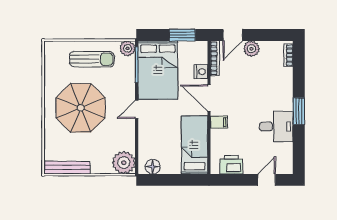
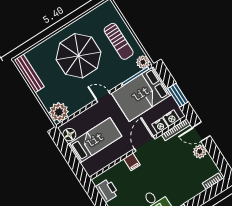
nightstand: (201, 56) -> (171, 118), added
bed: (194, 145) -> (95, 140), moved

